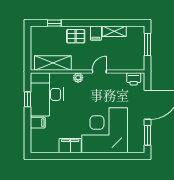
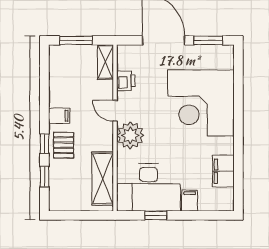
window: (77, 23) -> (44, 144), added
shelving: (114, 31) -> (105, 62), moved
plant: (78, 78) -> (130, 135), width x1.87, depth x1.87
printer: (134, 79) -> (126, 81), moved
filing cabinet: (70, 146) -> (223, 171), moved

